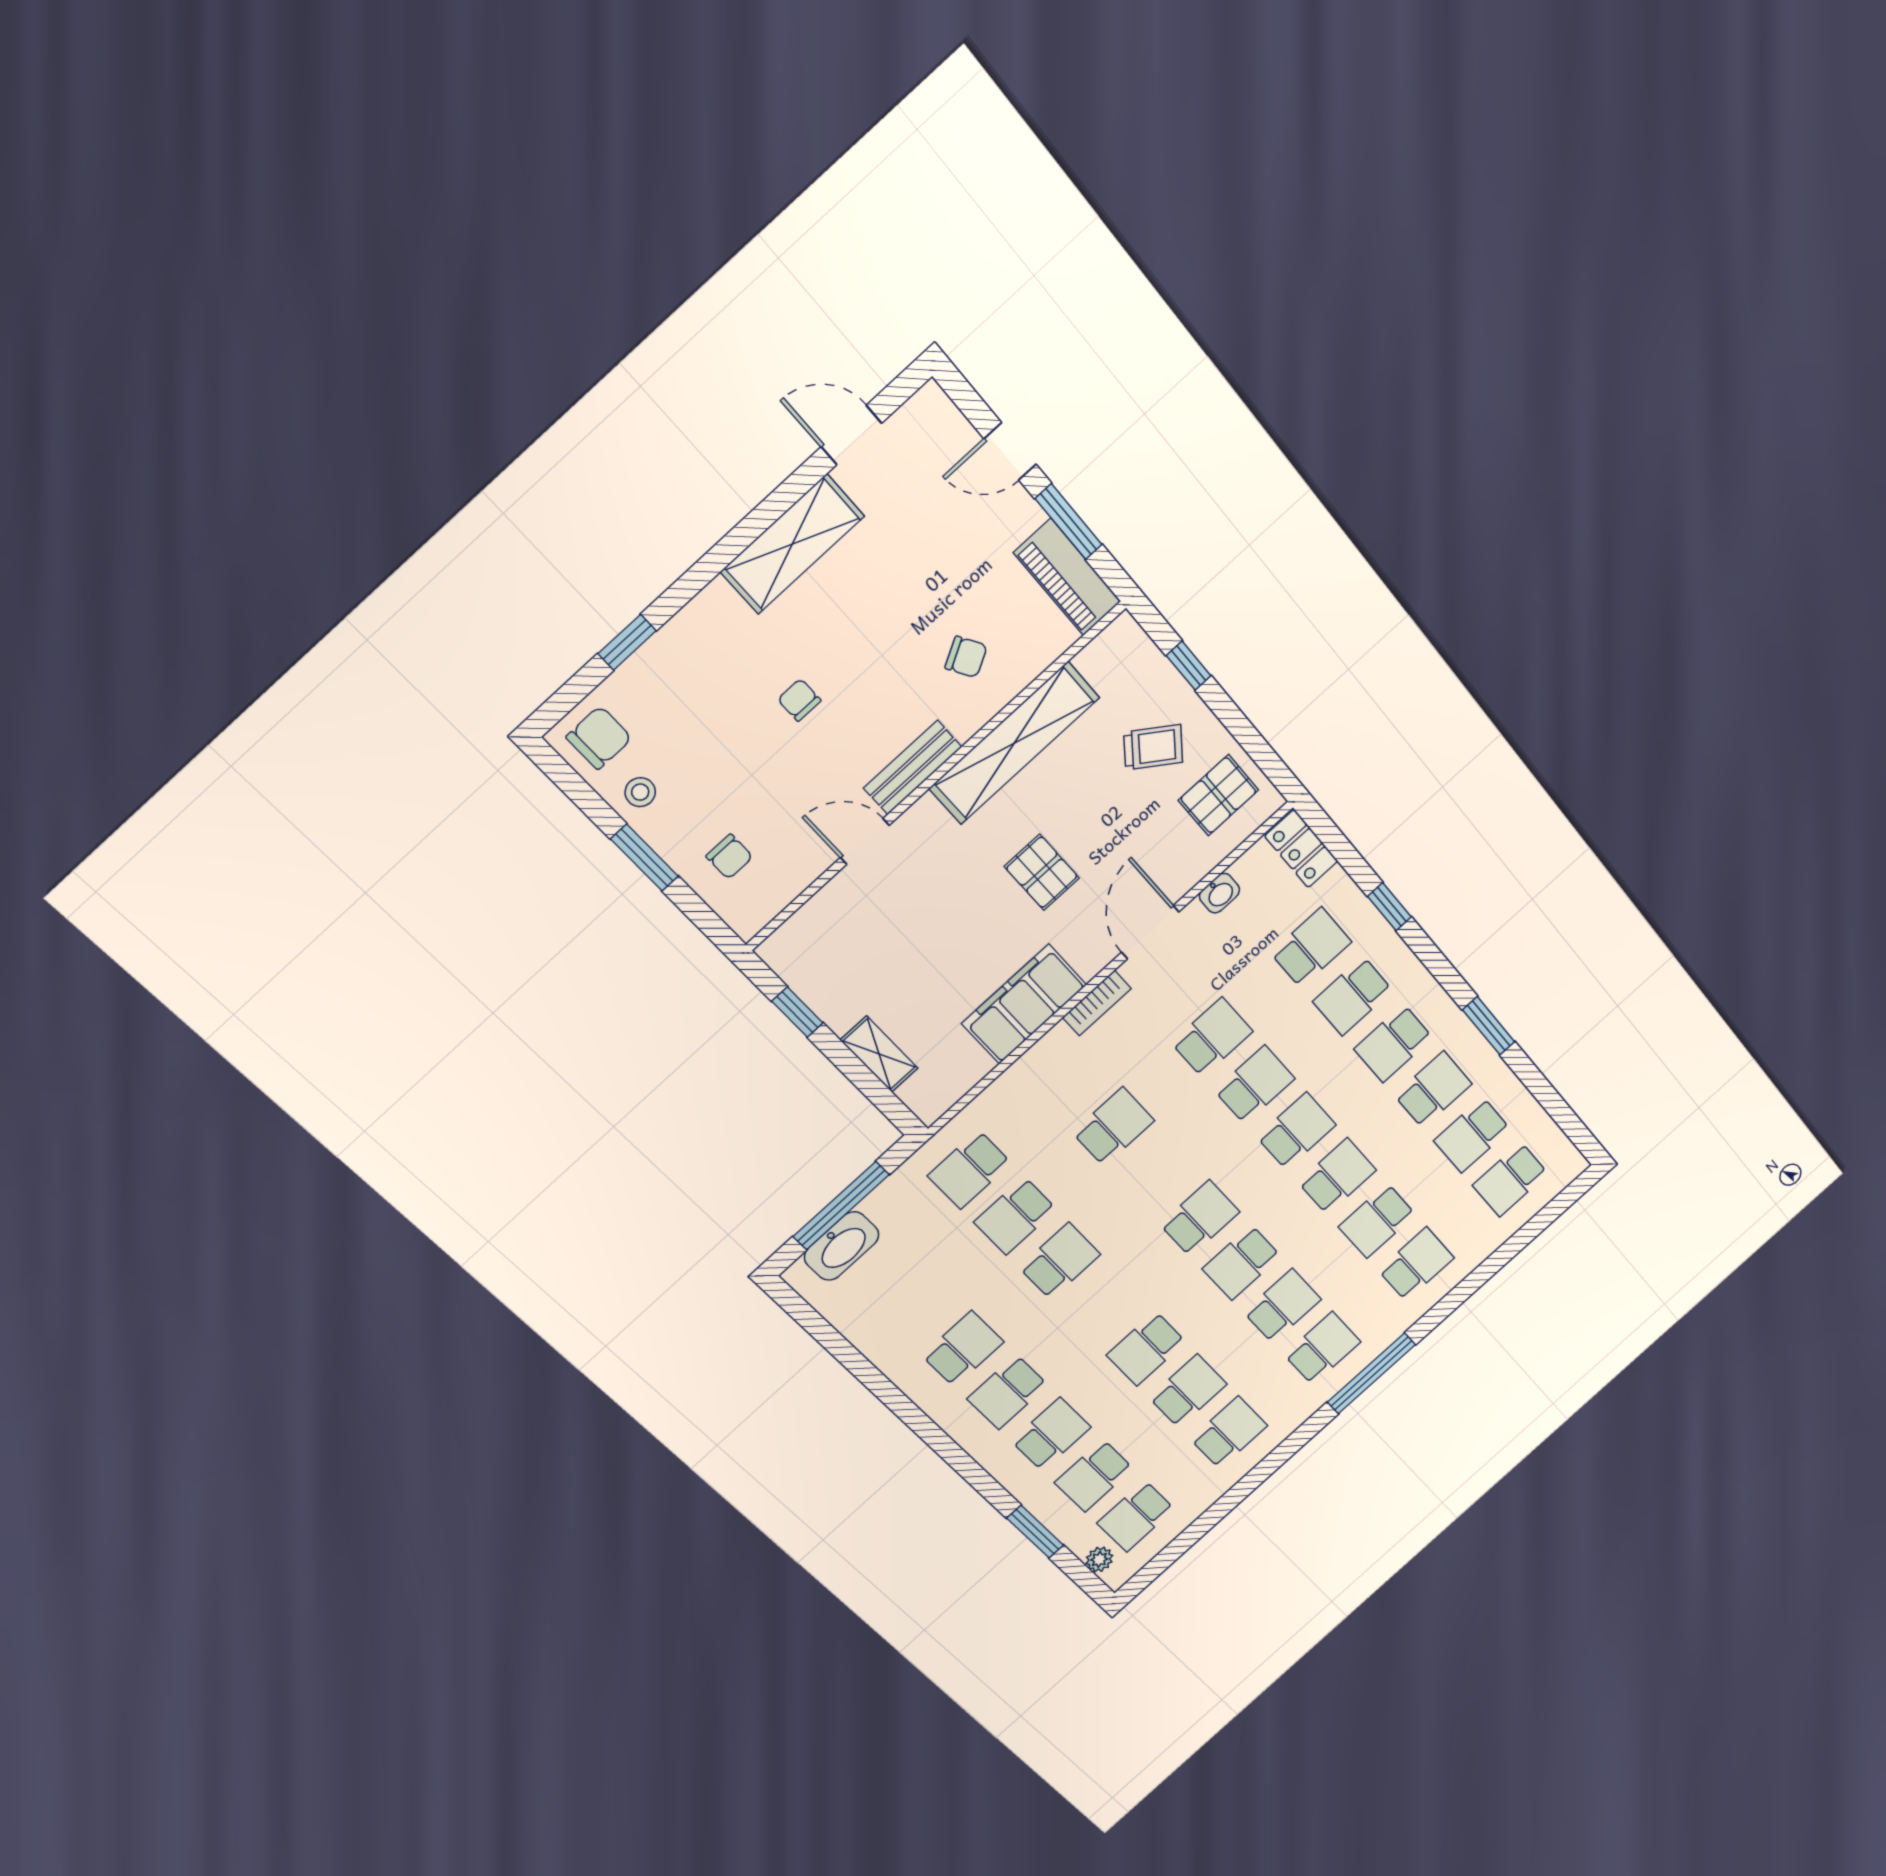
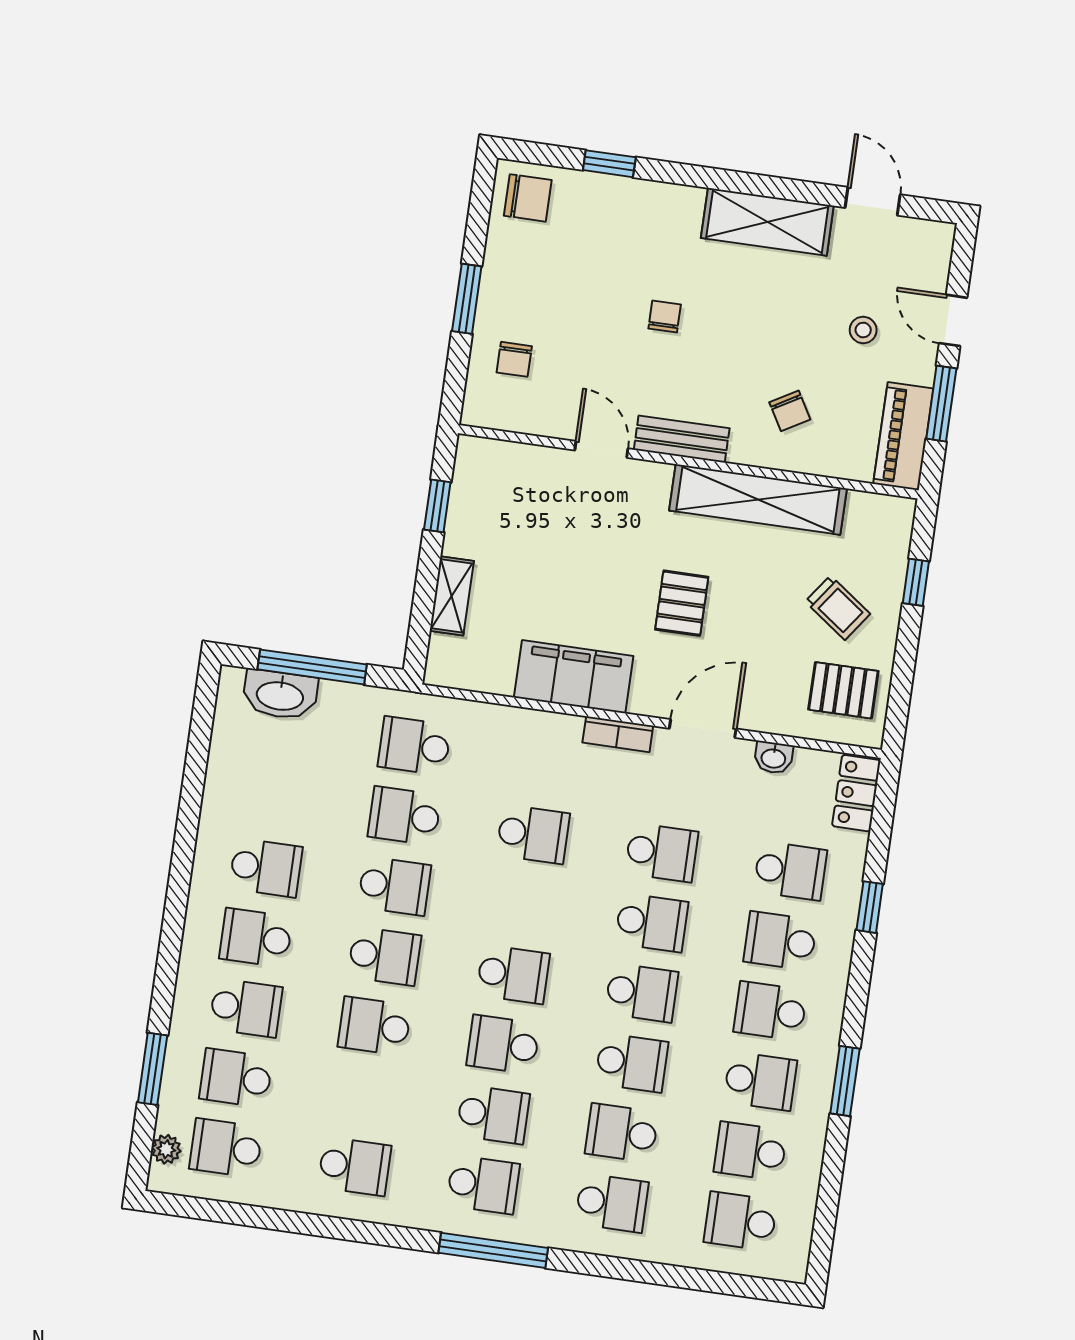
stool: (640, 792) -> (863, 330), moved
school desk: (1188, 1391) -> (384, 956), moved

